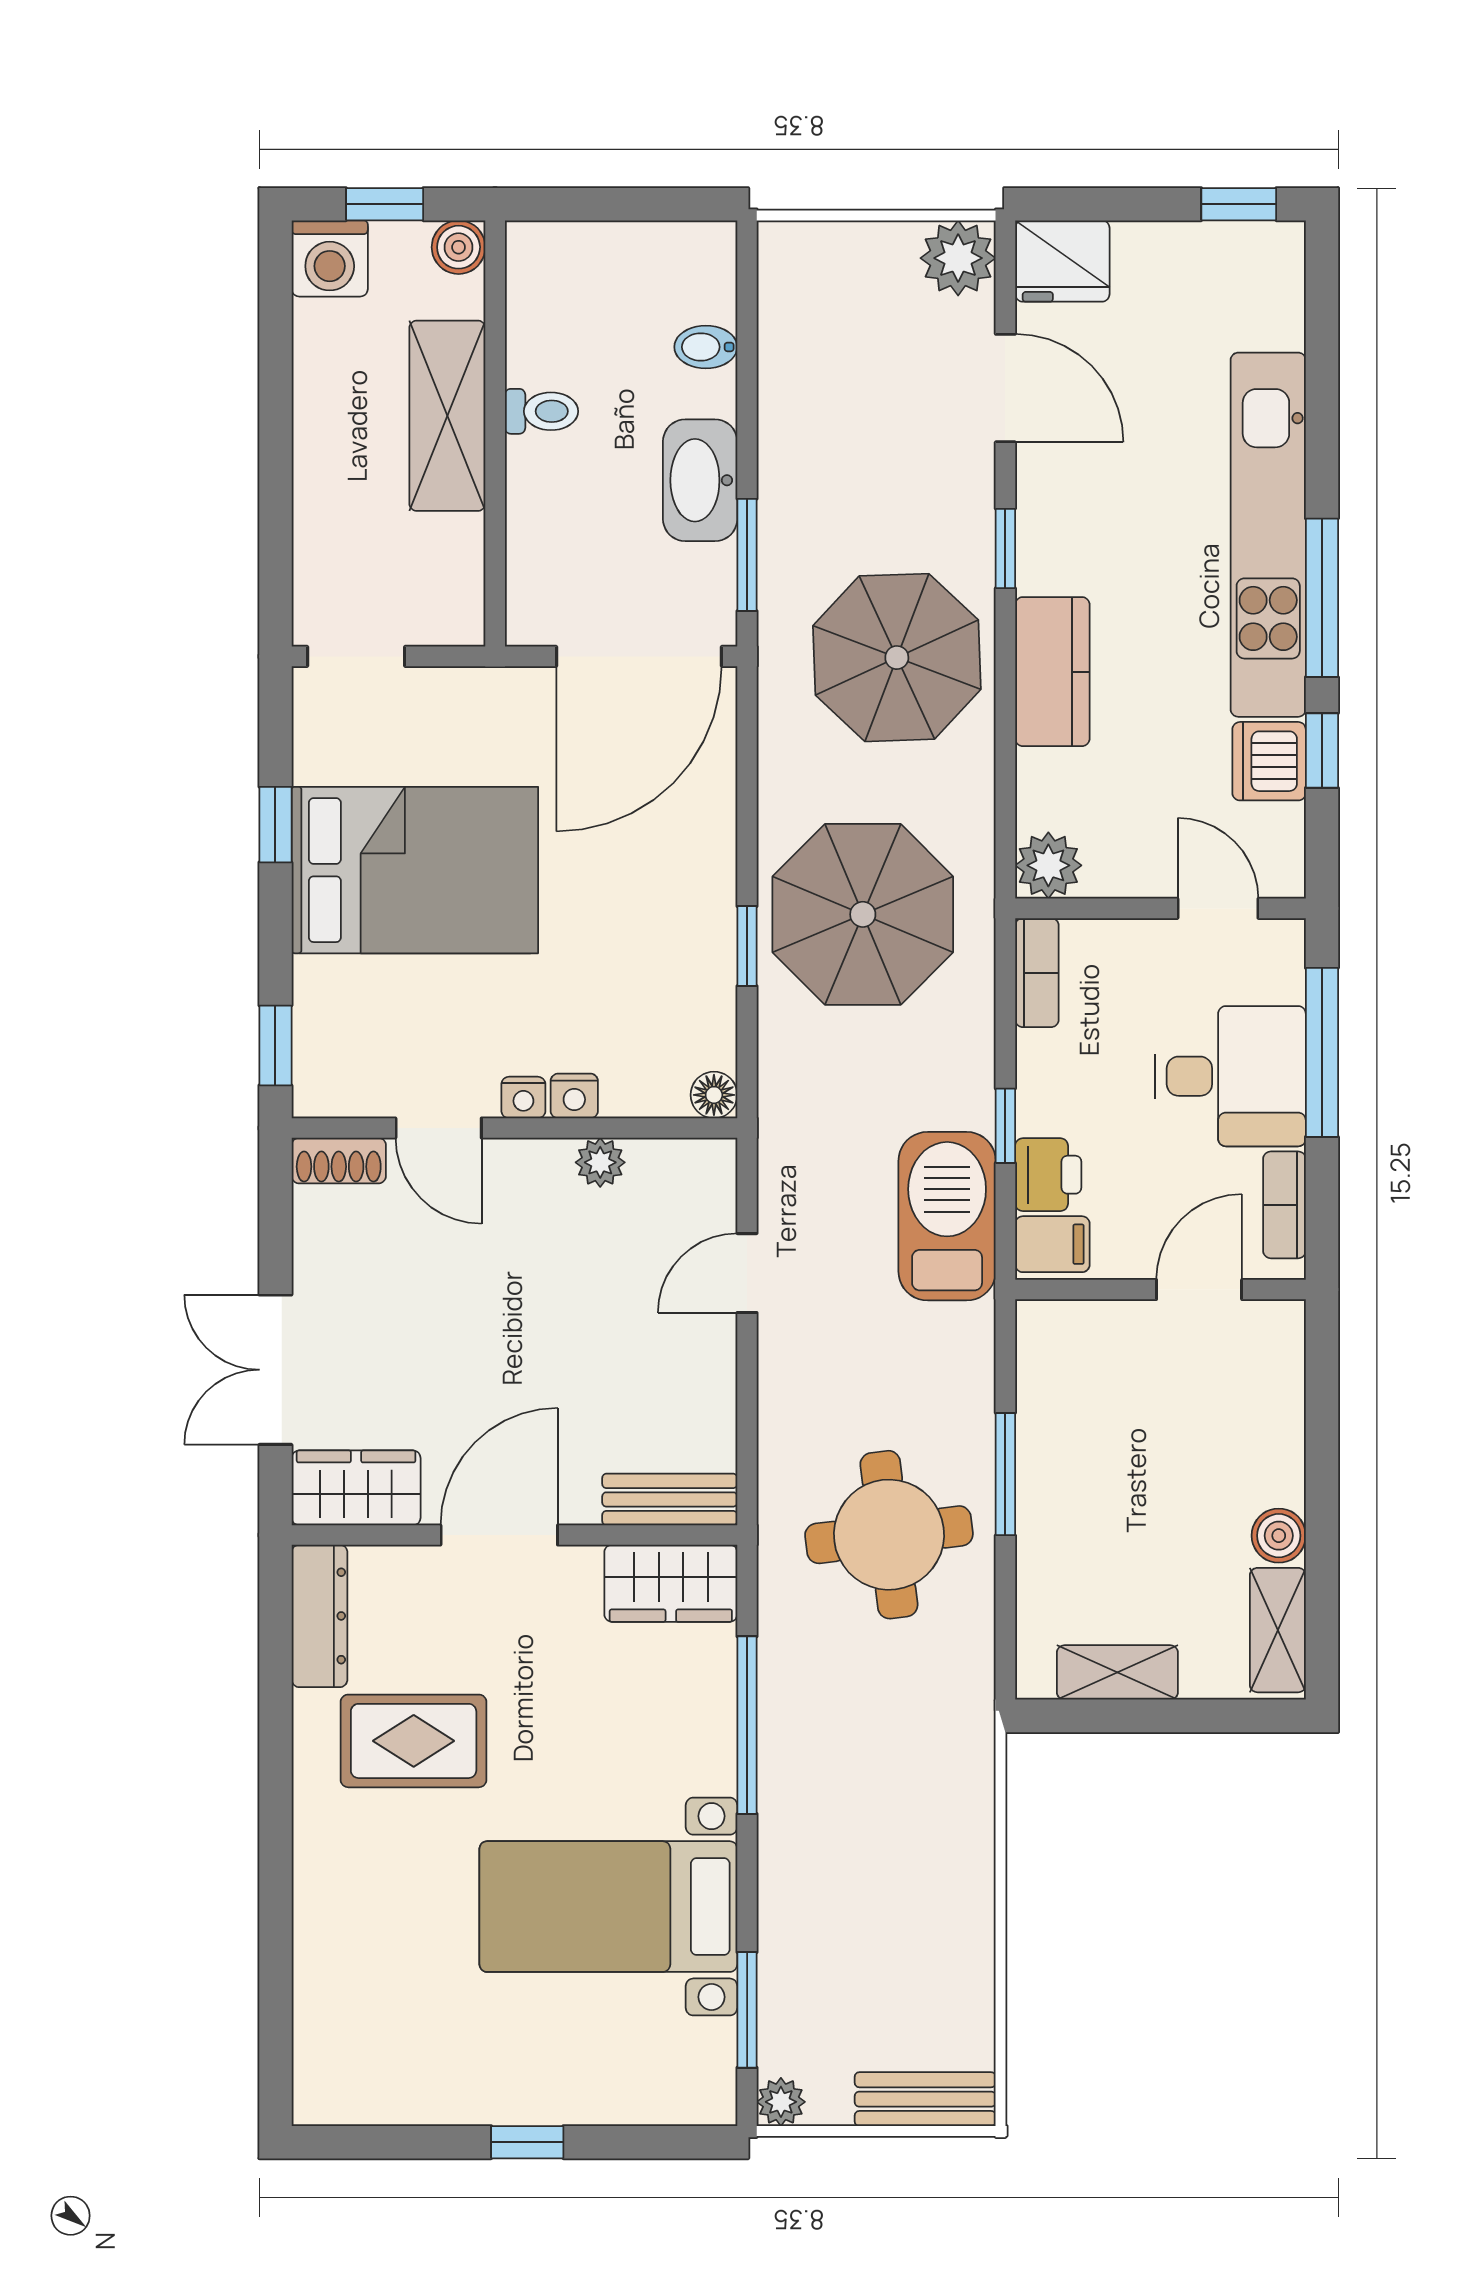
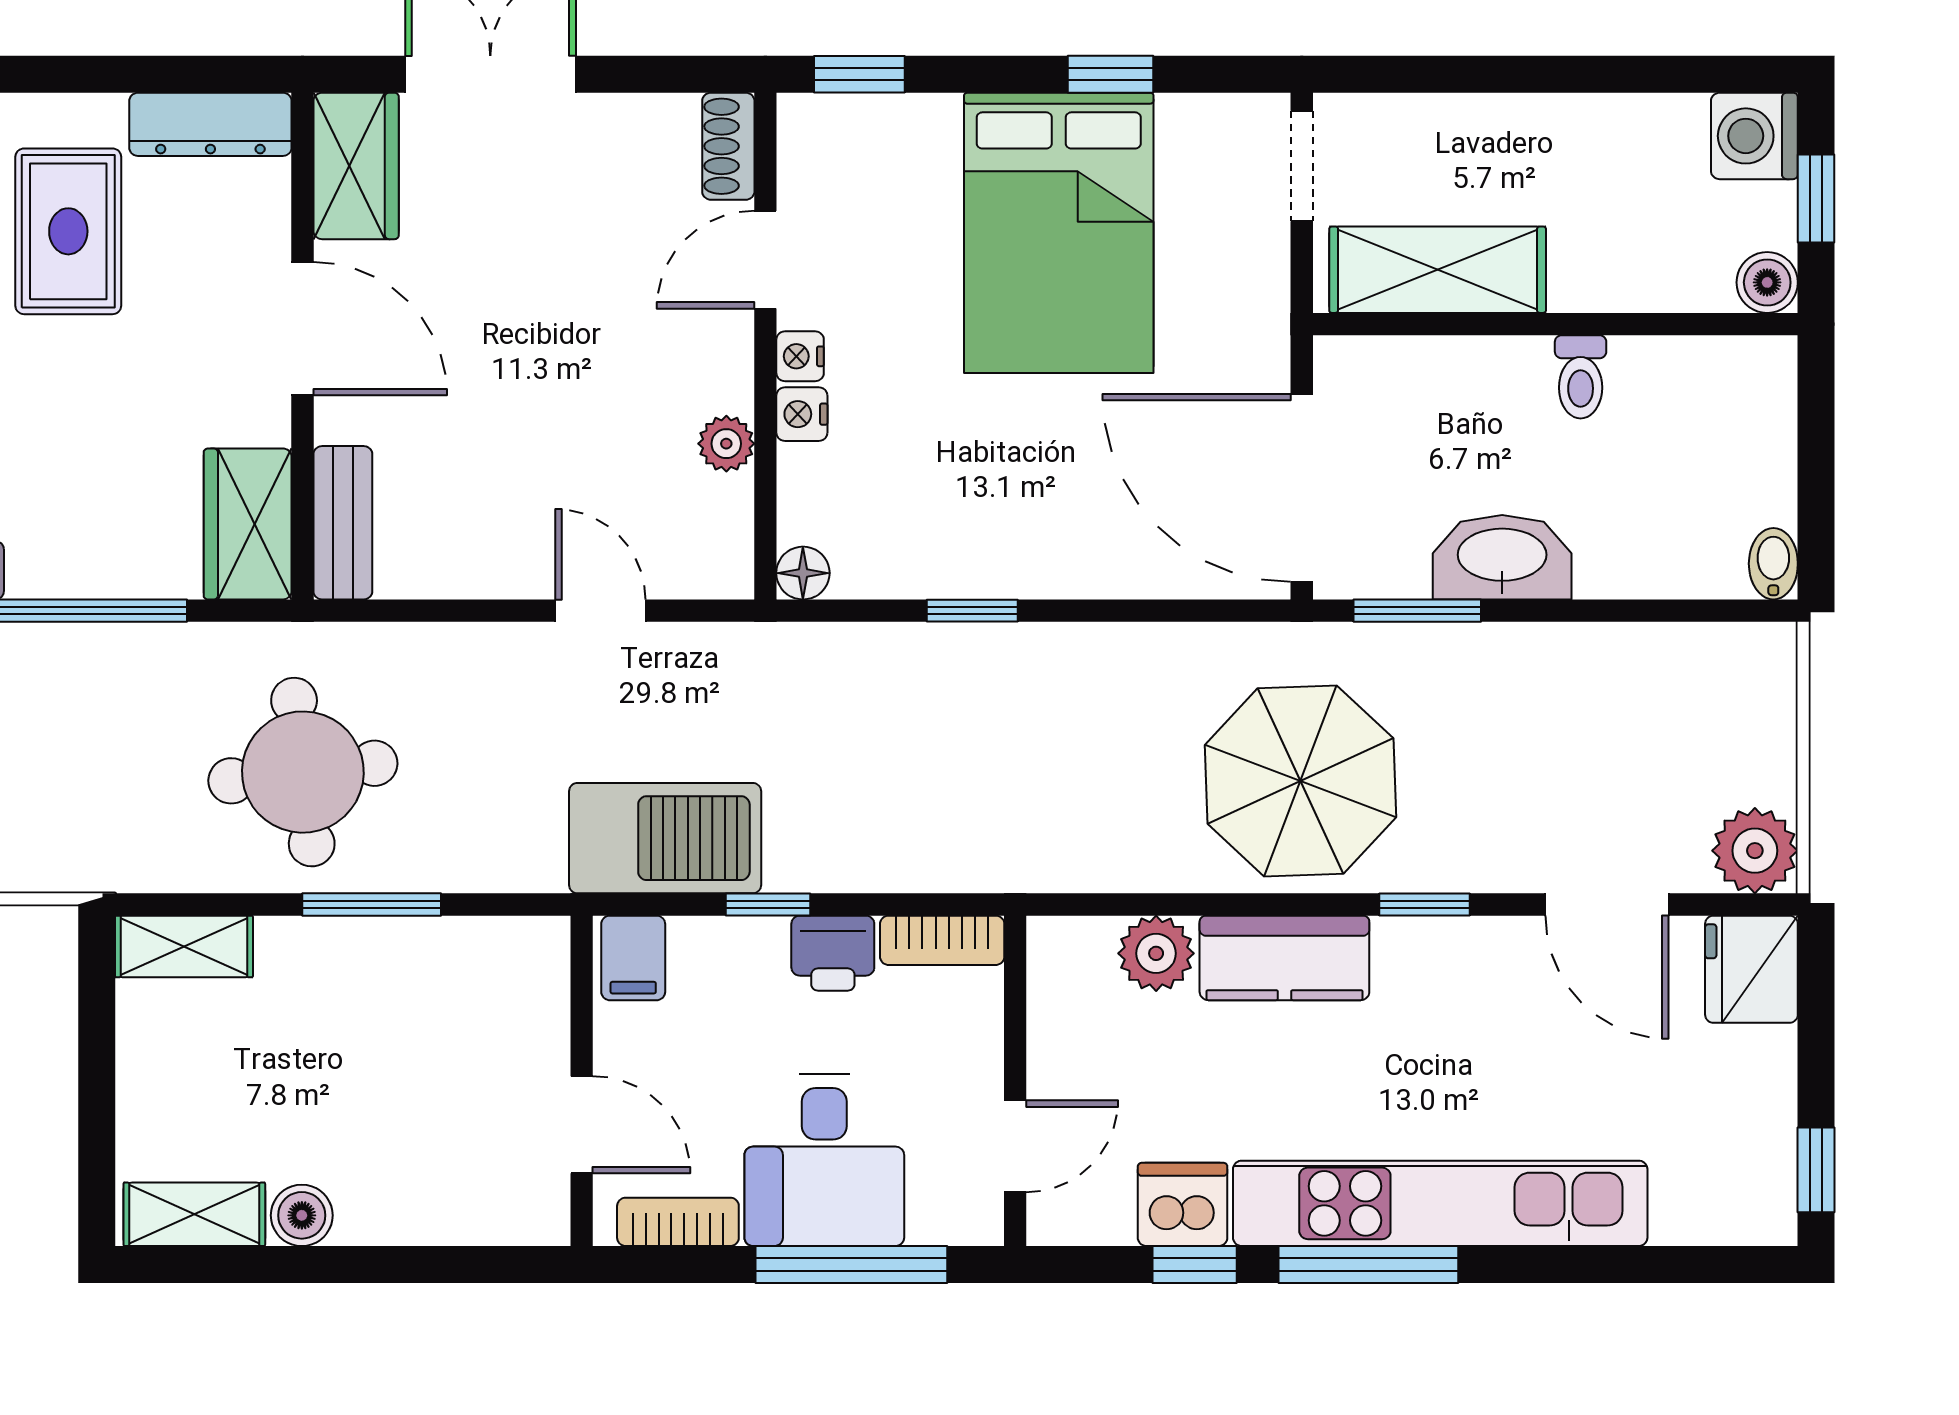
bidet: (706, 347) -> (1773, 564), moved
door: (1005, 388) -> (1607, 904), hinge flipped
shelving: (447, 416) -> (1438, 270), moved
plant: (1048, 865) -> (1156, 953), moved
parasol: (863, 914) -> (1008, 742), removed
printer: (1048, 1175) -> (833, 953), moved
shelving: (1117, 1672) -> (184, 946), moved, turned 90

